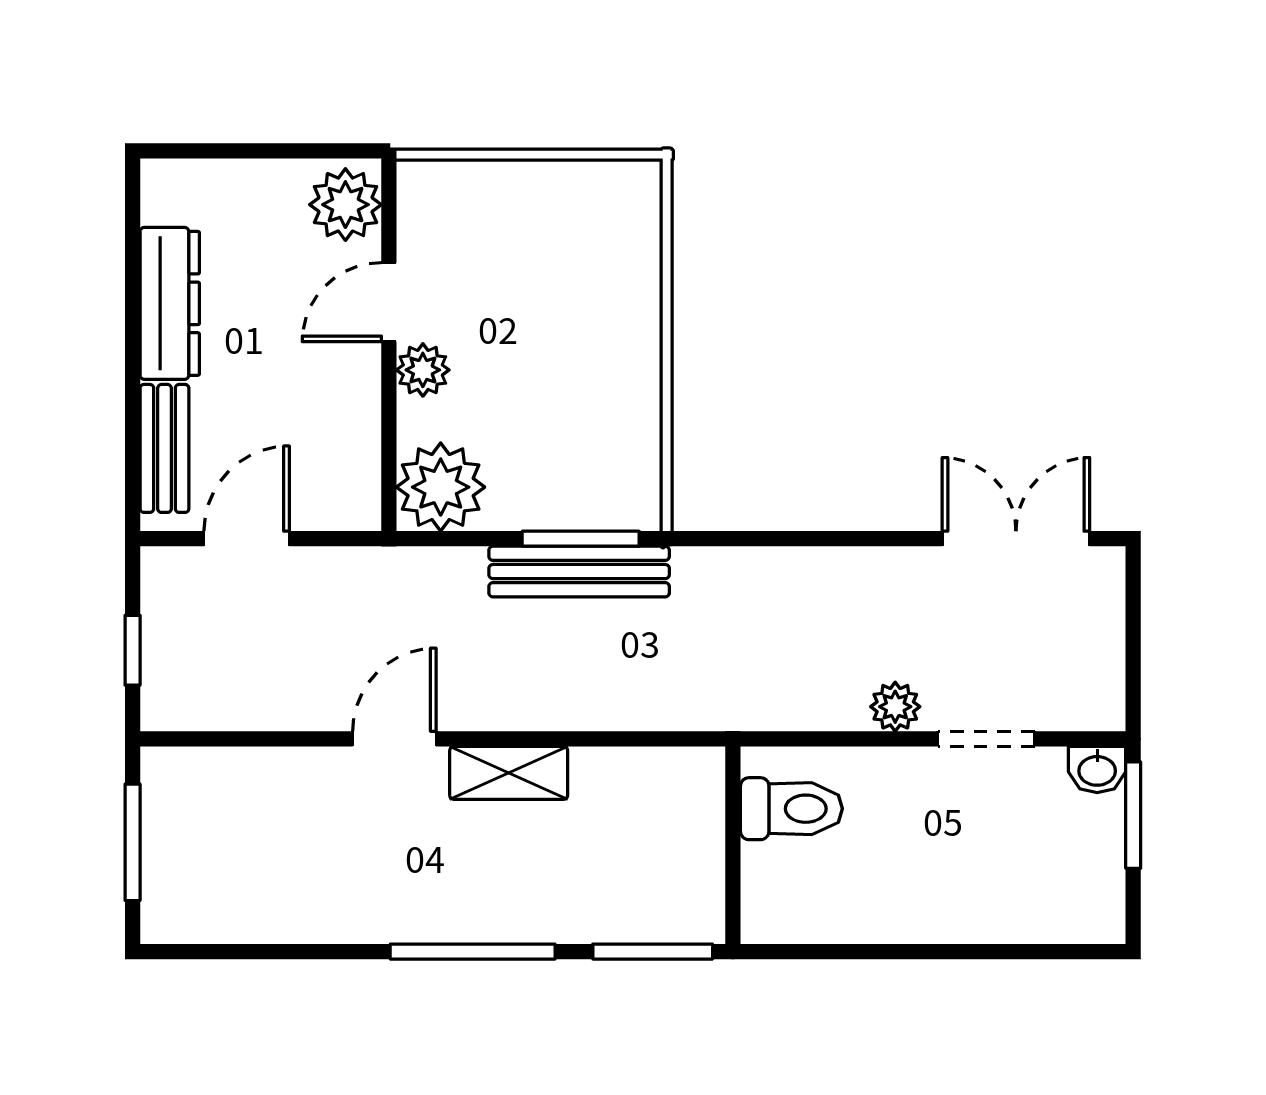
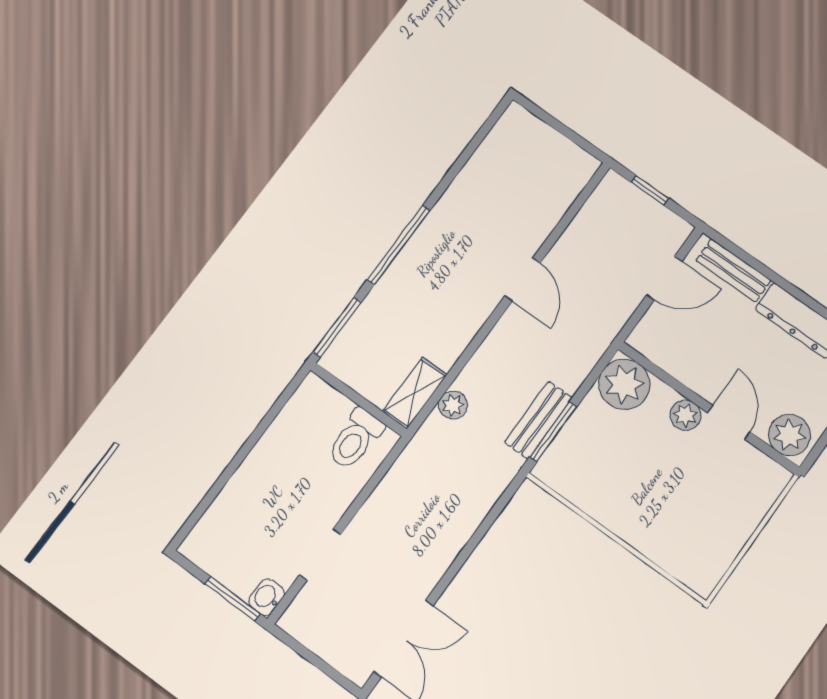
door: (247, 539) -> (664, 278), hinge flipped
bench: (579, 572) -> (538, 420), width x0.73
plant: (895, 707) -> (453, 405), moved
shelving: (509, 773) -> (415, 393), moved
window: (133, 842) -> (562, 128), removed

